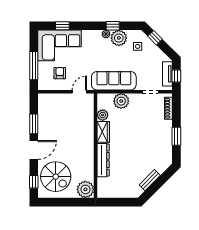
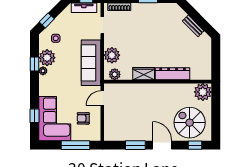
door: (79, 92) -> (102, 98), hinge flipped
plant: (103, 115) -> (115, 74), moved
spiral stairs: (56, 177) -> (190, 123), turned -90

